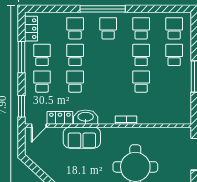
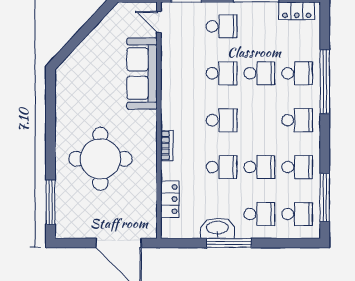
window: (103, 9) -> (325, 81), moved
window: (162, 9) -> (325, 197), added
school desk: (42, 55) -> (222, 120), moved
washbasin: (86, 117) -> (217, 228), moved, turned -90
locker: (60, 118) -> (170, 199), moved
sofa: (82, 138) -> (142, 74), width x1.36

